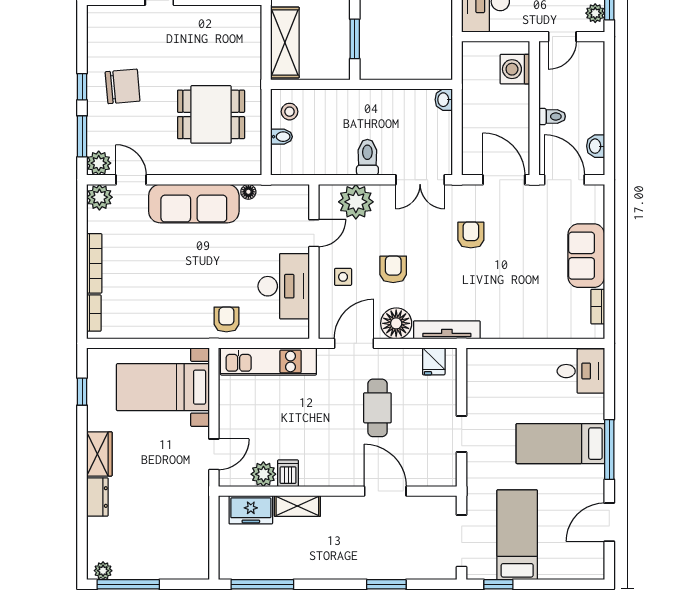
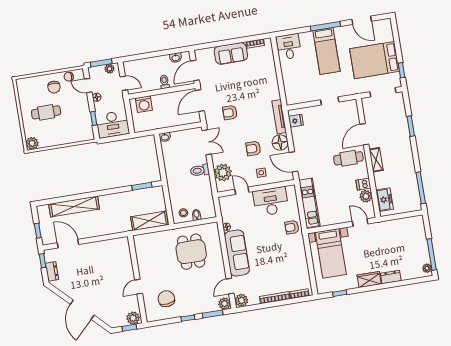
chair: (123, 86) -> (166, 299), moved
cafe table: (377, 408) -> (348, 158), moved
shelving: (297, 506) -> (376, 160), moved
bed: (517, 535) -> (375, 60), width x1.50

